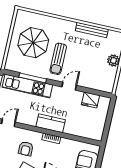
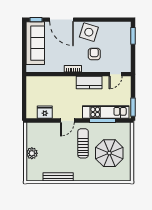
kitchen counter: (51, 123) -> (89, 83), moved

